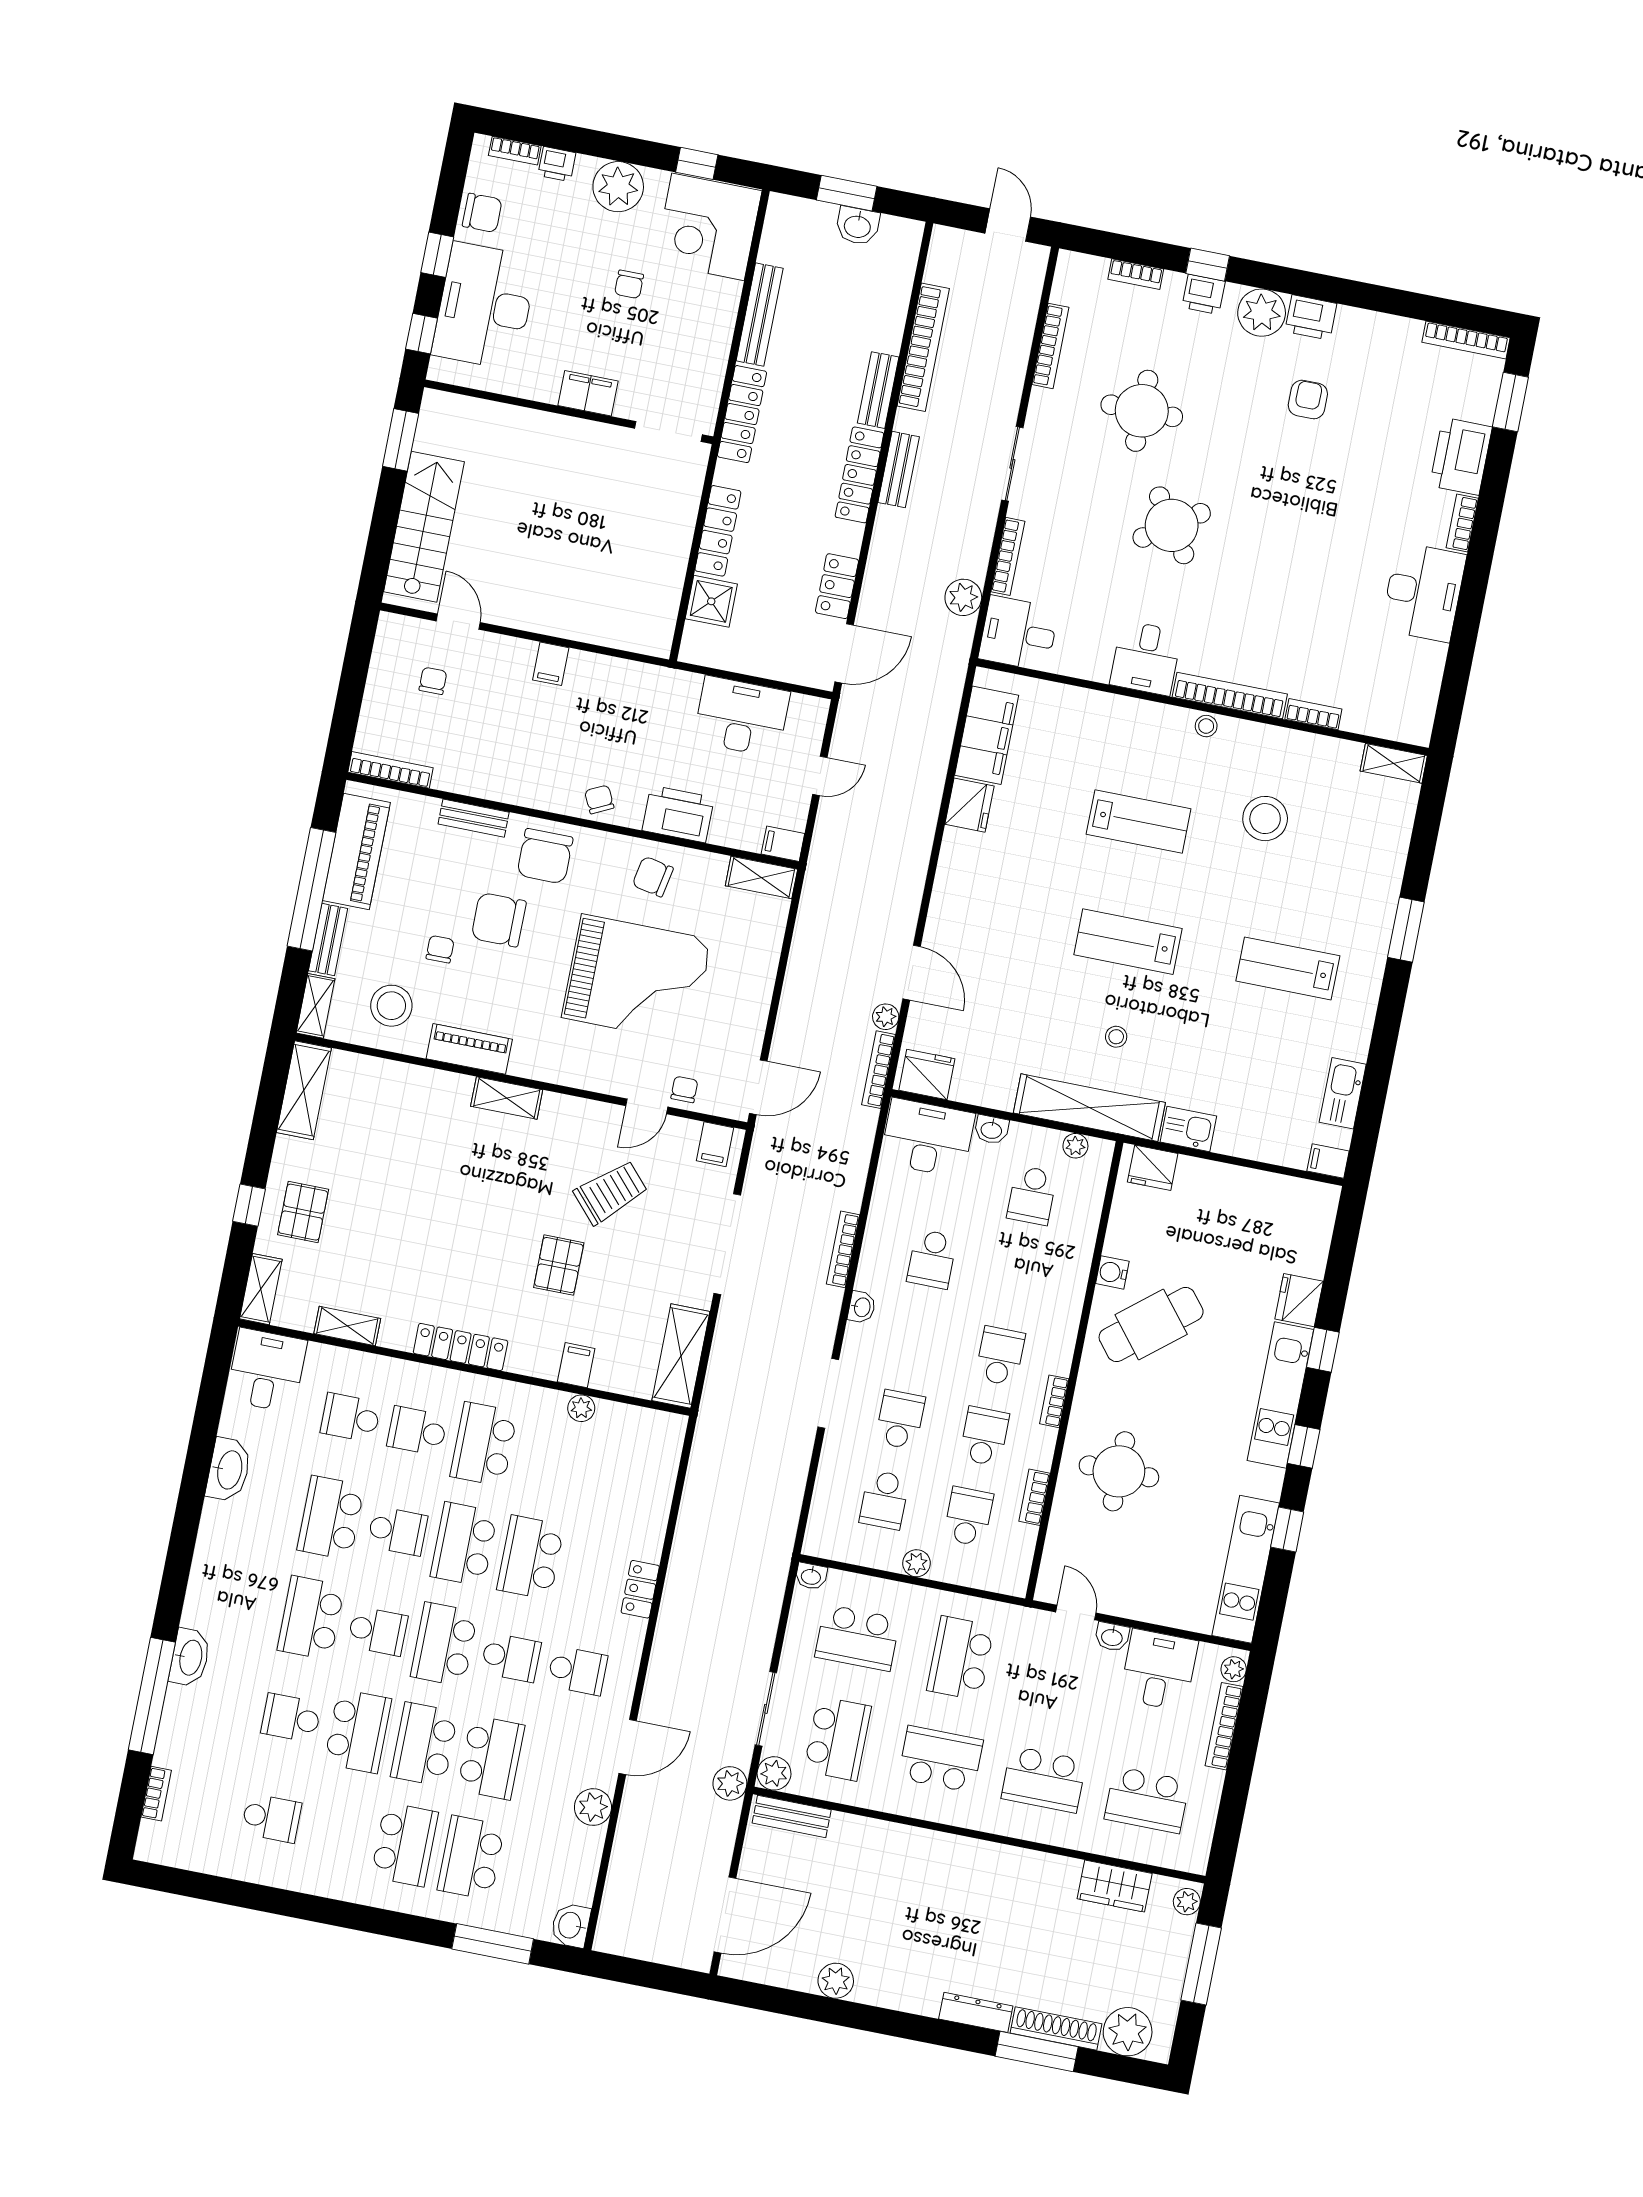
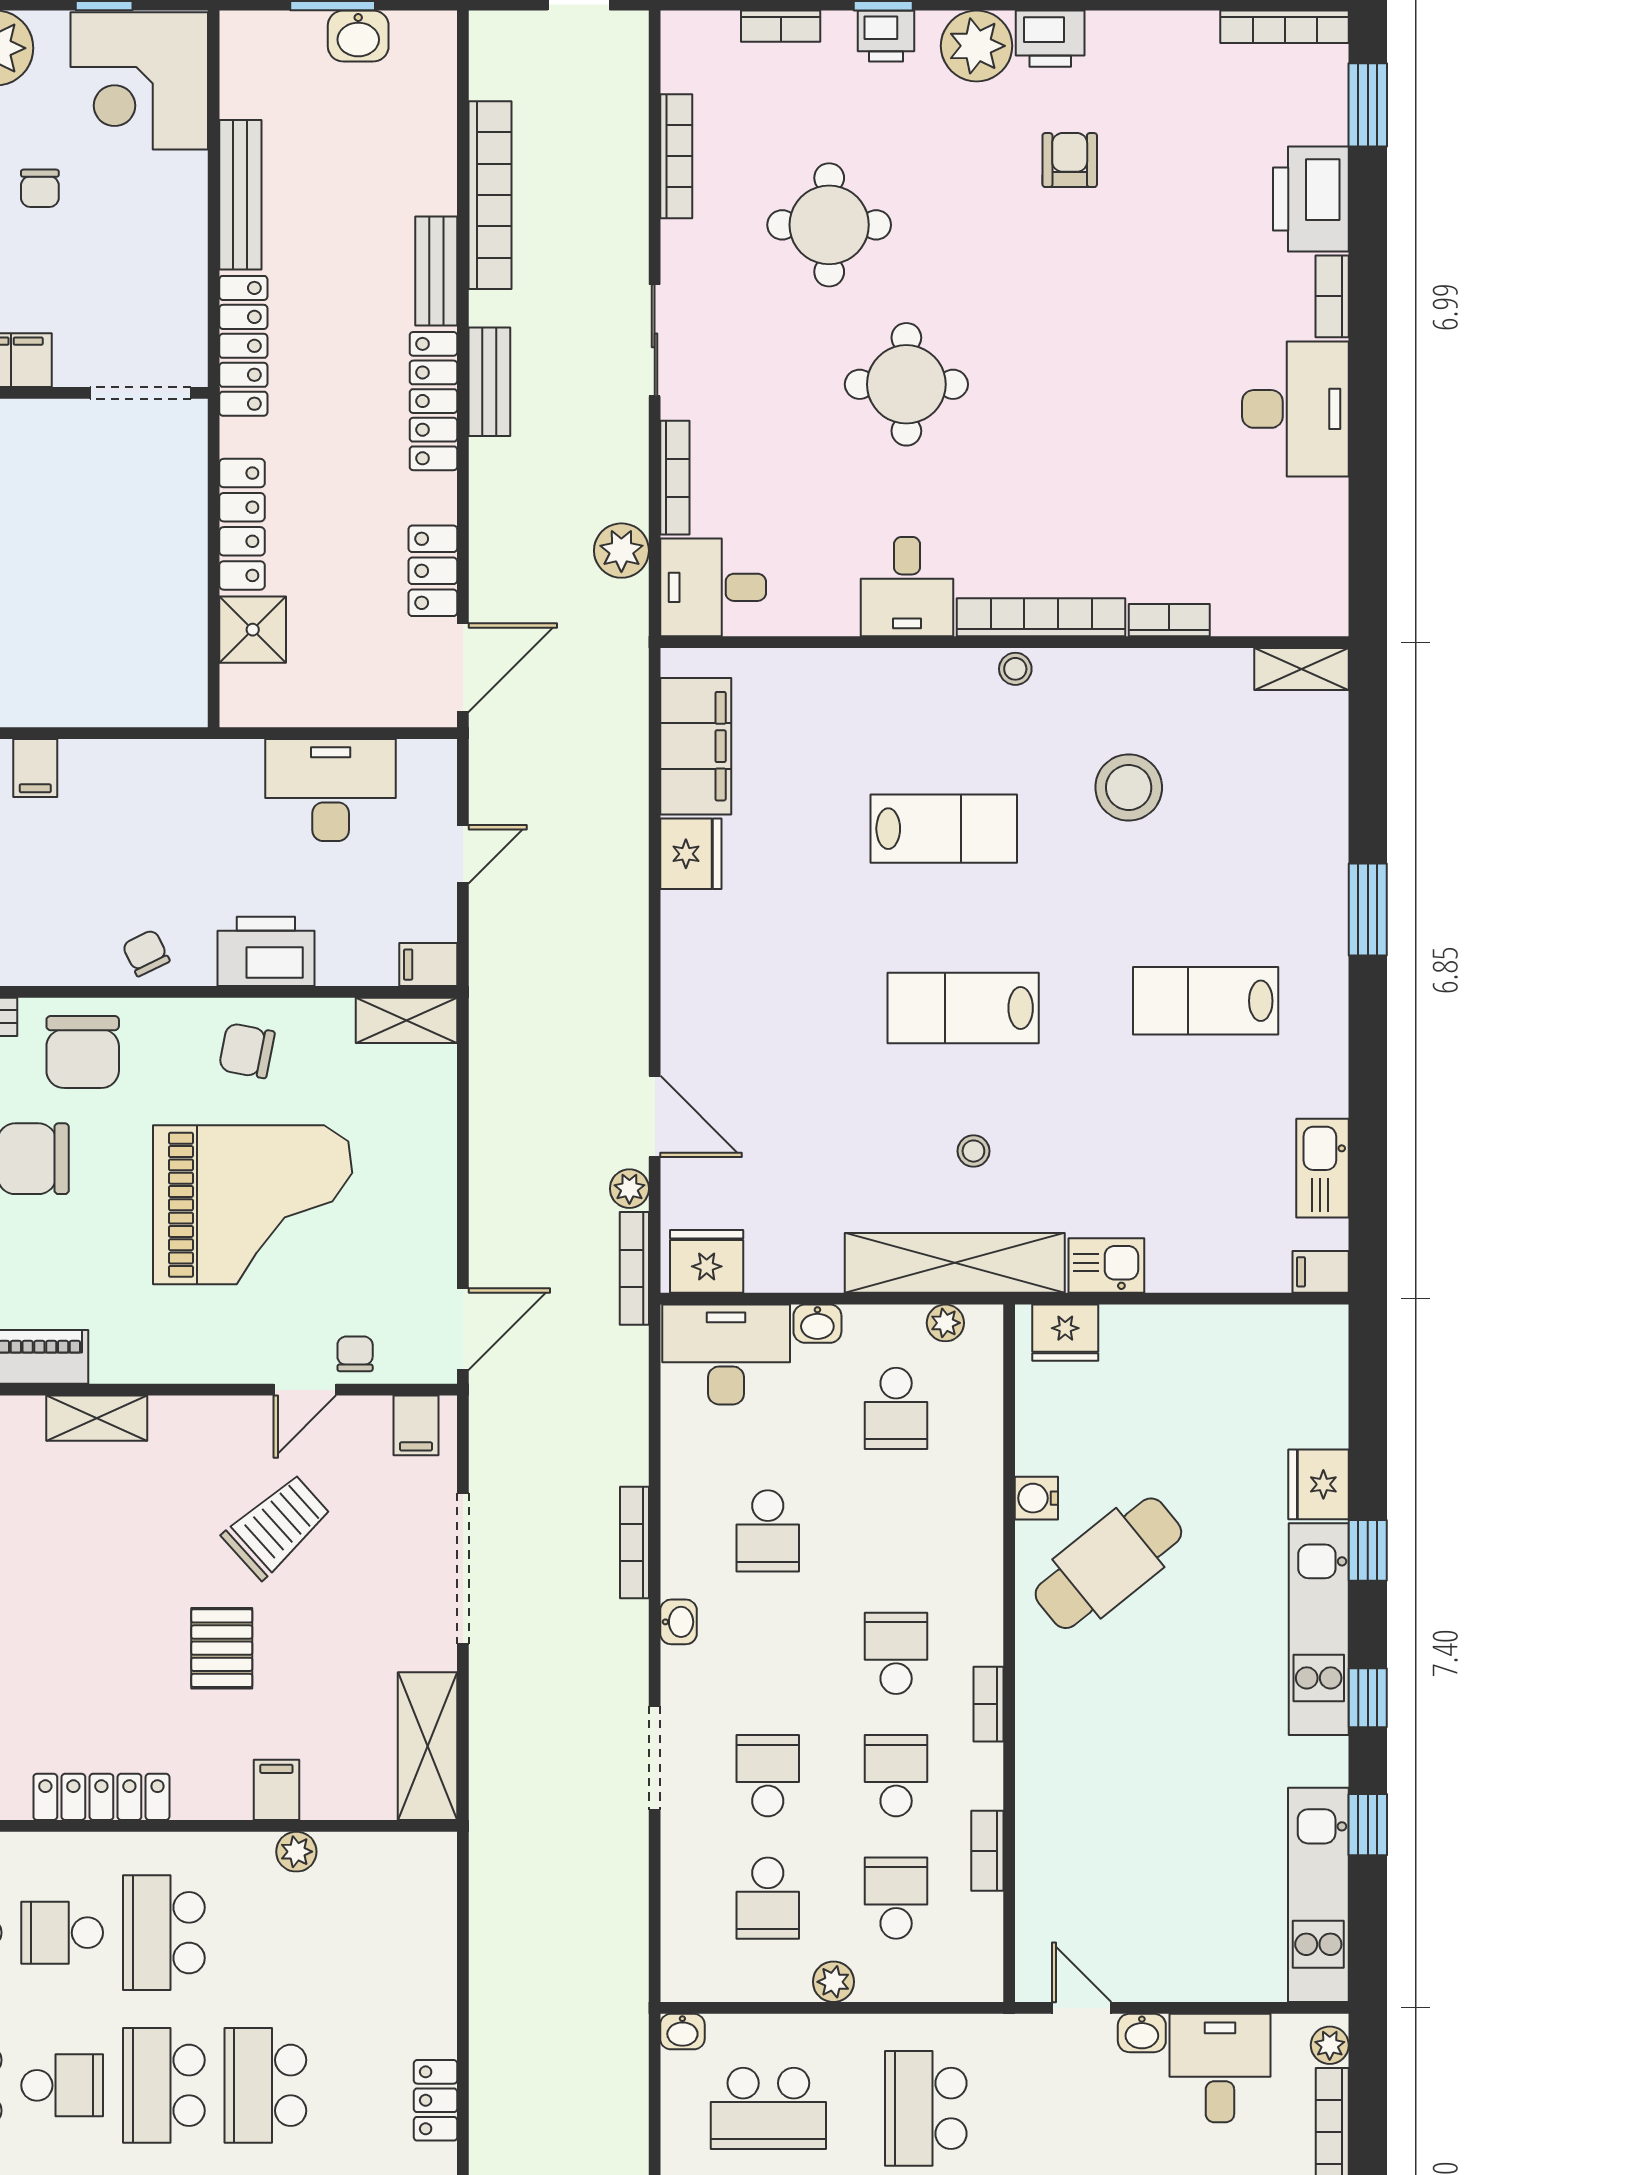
round table: (1172, 525) -> (906, 384), turned 34
round table: (1119, 1471) -> (1104, 1788), removed

